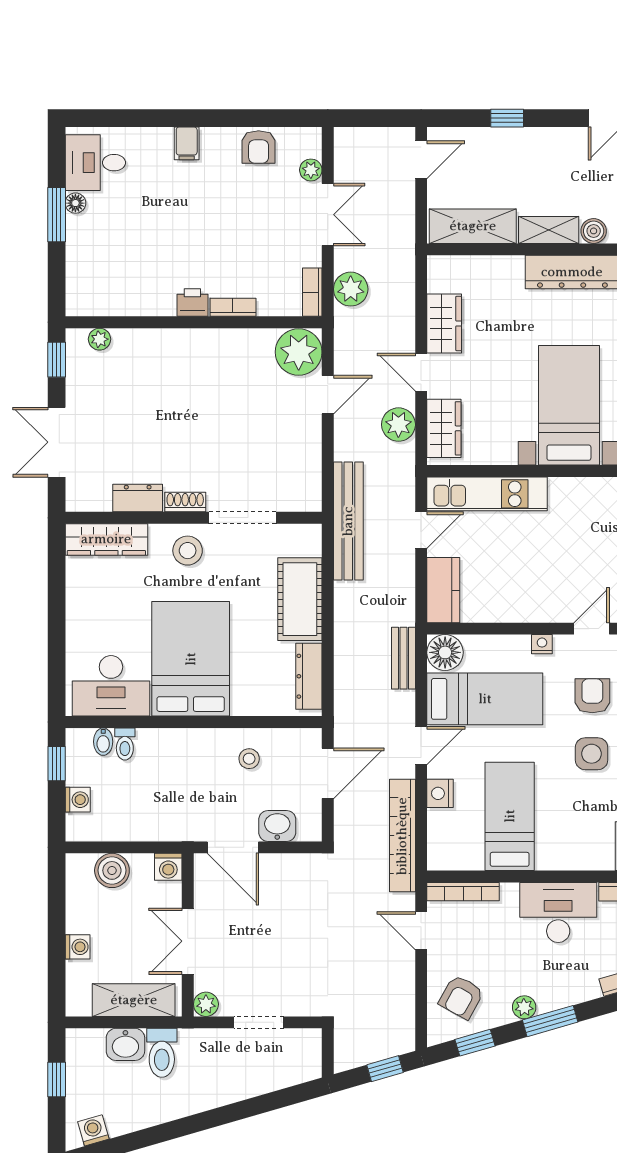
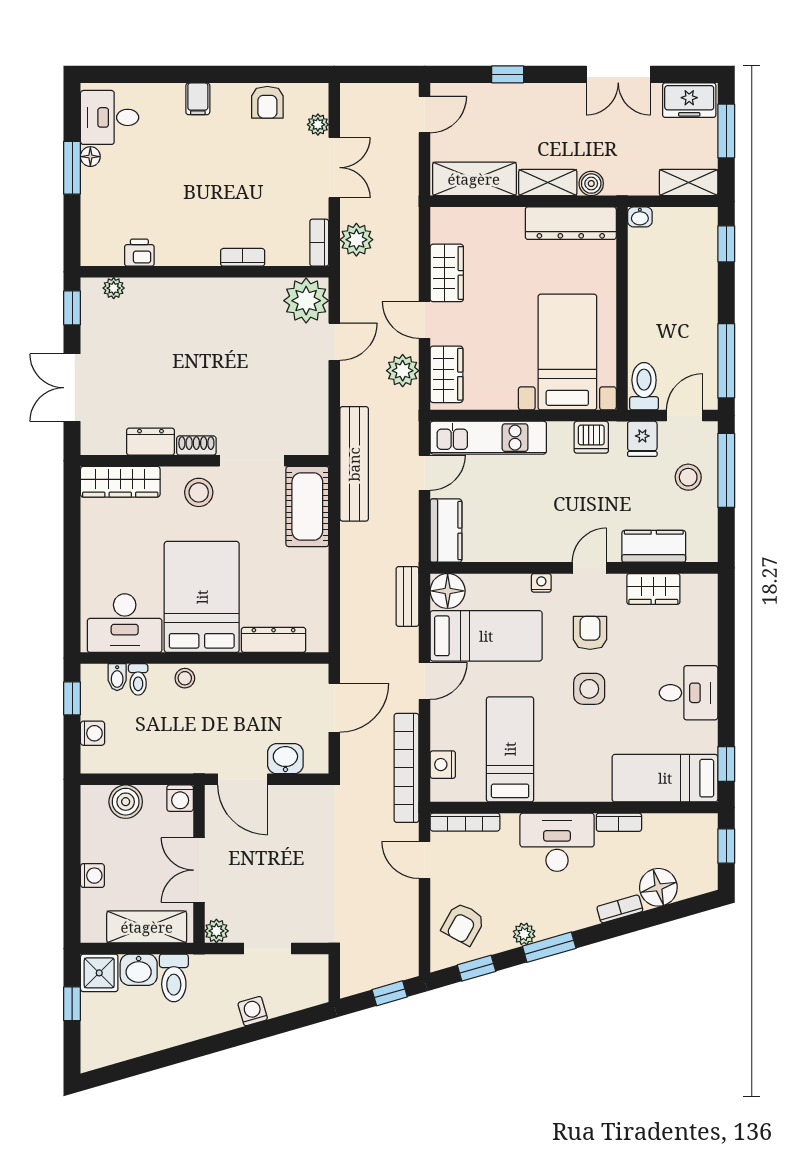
printer: (192, 303) -> (139, 253), moved
dishwasher: (594, 493) -> (591, 437), added
cot: (300, 599) -> (307, 506), moved
dresser: (309, 676) -> (274, 640), moved, turned 90
stool: (249, 759) -> (185, 678), moved
nightstand: (440, 793) -> (443, 765), moved
shower: (85, 1048) -> (99, 973), added
washing machine: (93, 1130) -> (253, 1011), moved

